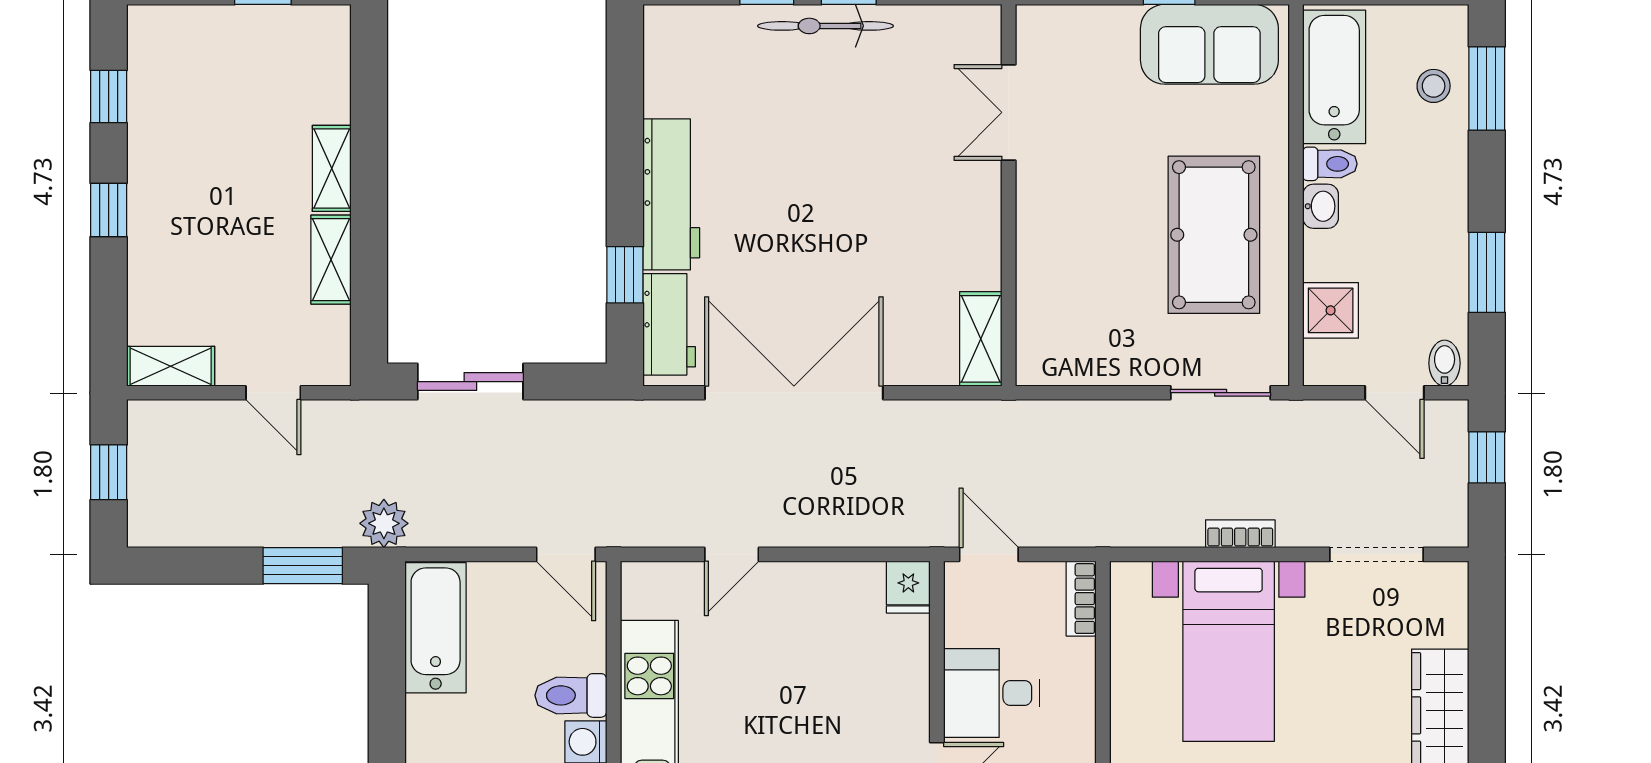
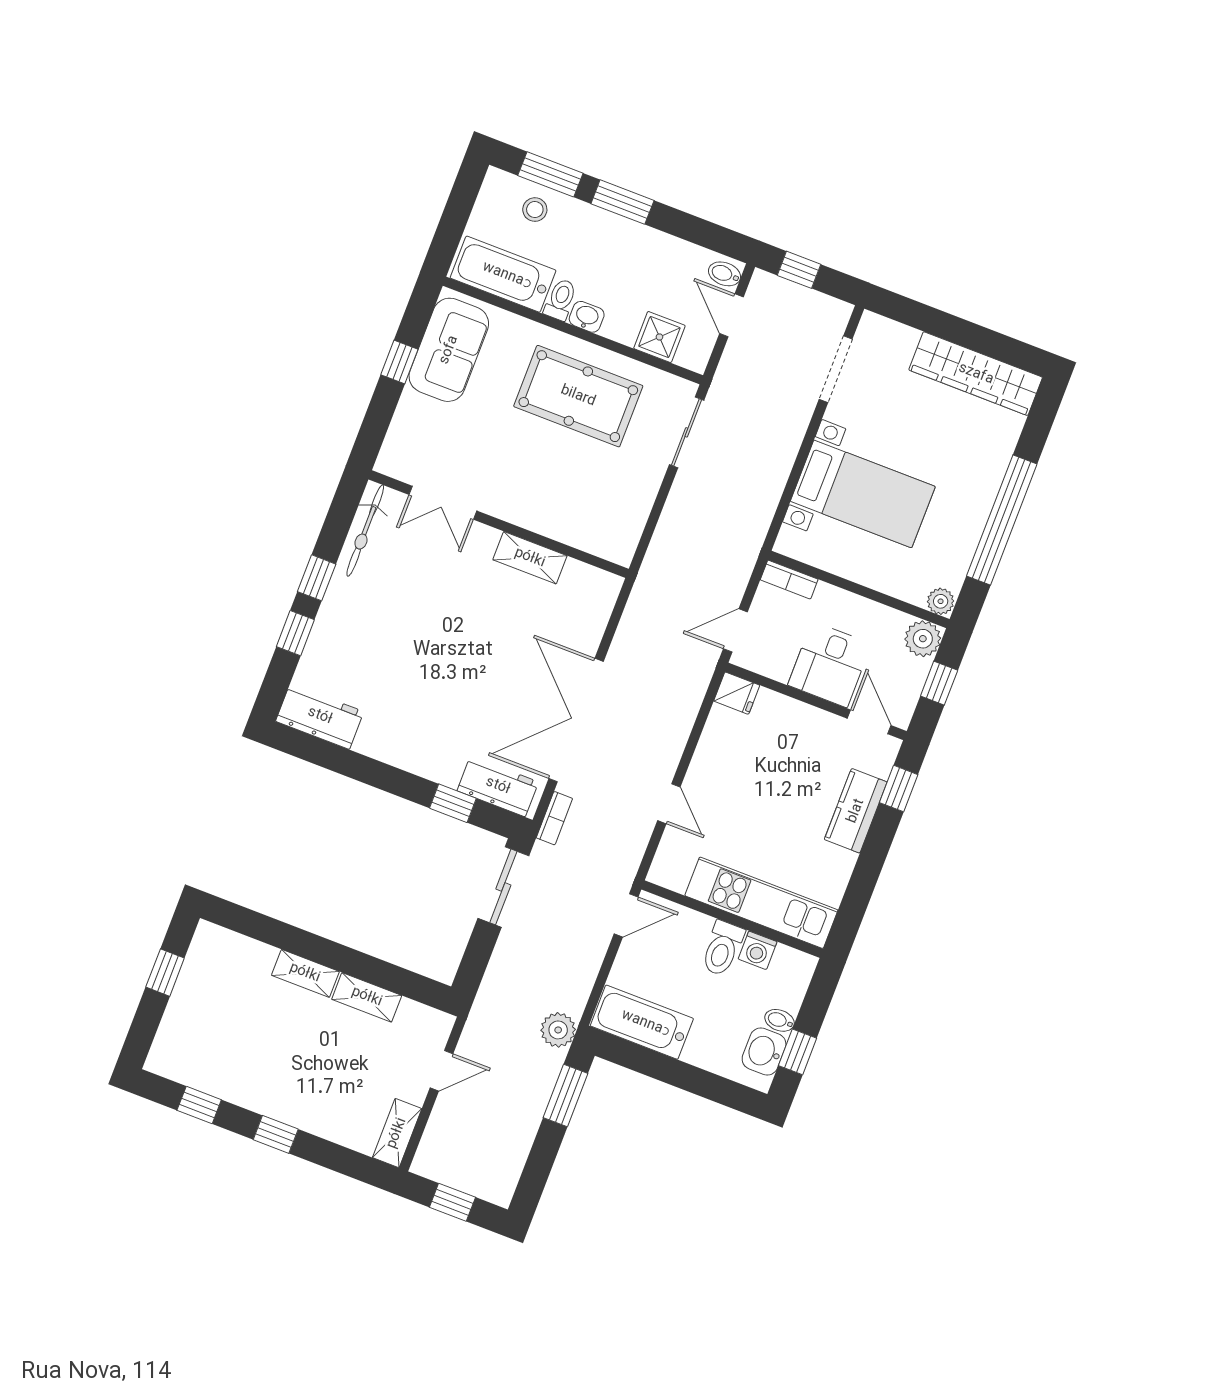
bicycle: (825, 26) -> (365, 531), moved
workbench: (671, 194) -> (320, 716), moved, width x0.73
window: (1487, 272) -> (622, 202), moved
shelving: (981, 339) -> (530, 558), moved
sliding door: (470, 382) -> (503, 887), moved
door: (1395, 393) -> (731, 315), swing flipped
bookcase: (1240, 534) -> (554, 818), moved, turned 180

